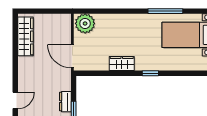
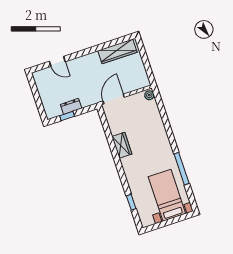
plant: (85, 23) -> (149, 95), width x0.53, depth x0.53
window: (150, 73) -> (131, 202), moved

